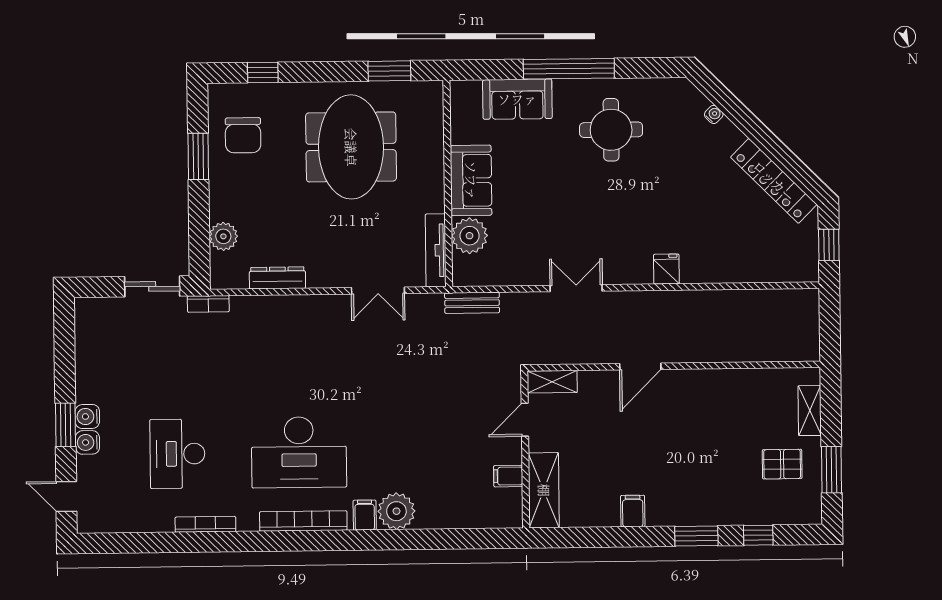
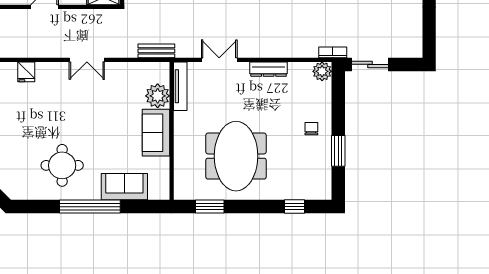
chair: (243, 135) -> (311, 129), moved, width x0.54, depth x0.54
plant: (223, 236) -> (322, 71), moved
dresser: (277, 278) -> (269, 69), moved

